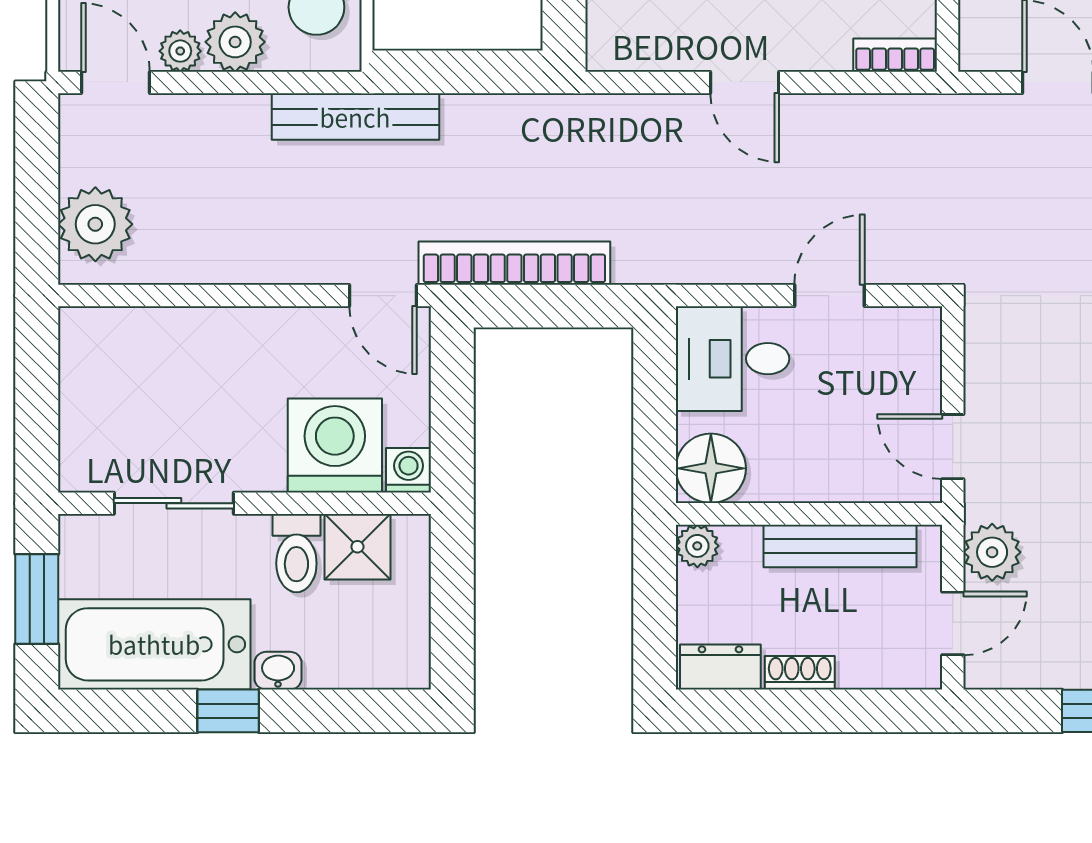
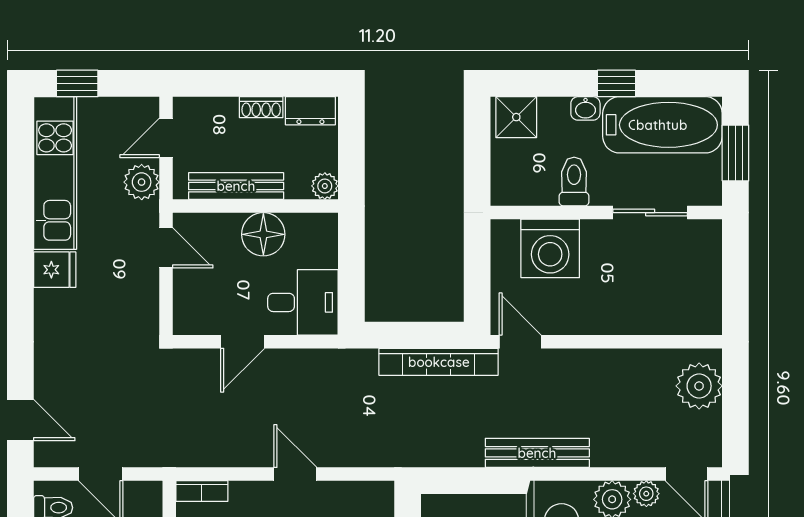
floor lamp: (711, 468) -> (263, 234), moved
washing machine: (409, 470) -> (504, 233), removed
shower: (357, 547) -> (516, 117), moved

